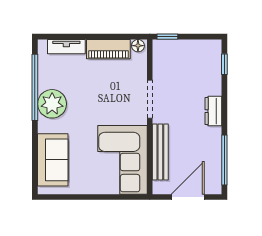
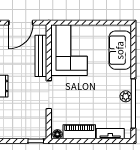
plant: (52, 104) -> (126, 96), width x0.53, depth x0.53

